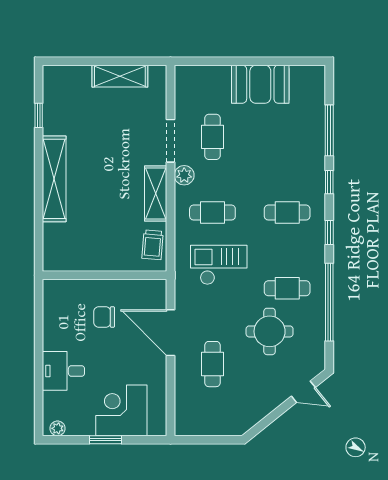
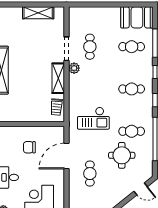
booth: (260, 84) -> (137, 17), moved
cafe table: (212, 213) -> (132, 47), moved
checkout: (219, 265) -> (93, 118), turned 180
door: (171, 333) -> (66, 156), hinge flipped

